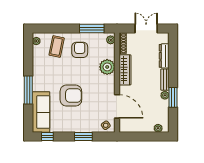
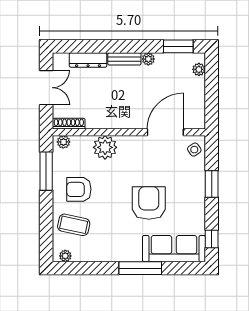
double door: (146, 28) -> (46, 88), swing flipped
wardrobe: (125, 70) -> (109, 120), removed
window: (173, 97) -> (178, 46), moved

